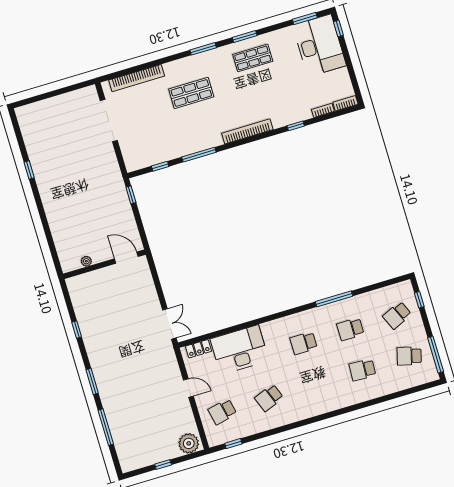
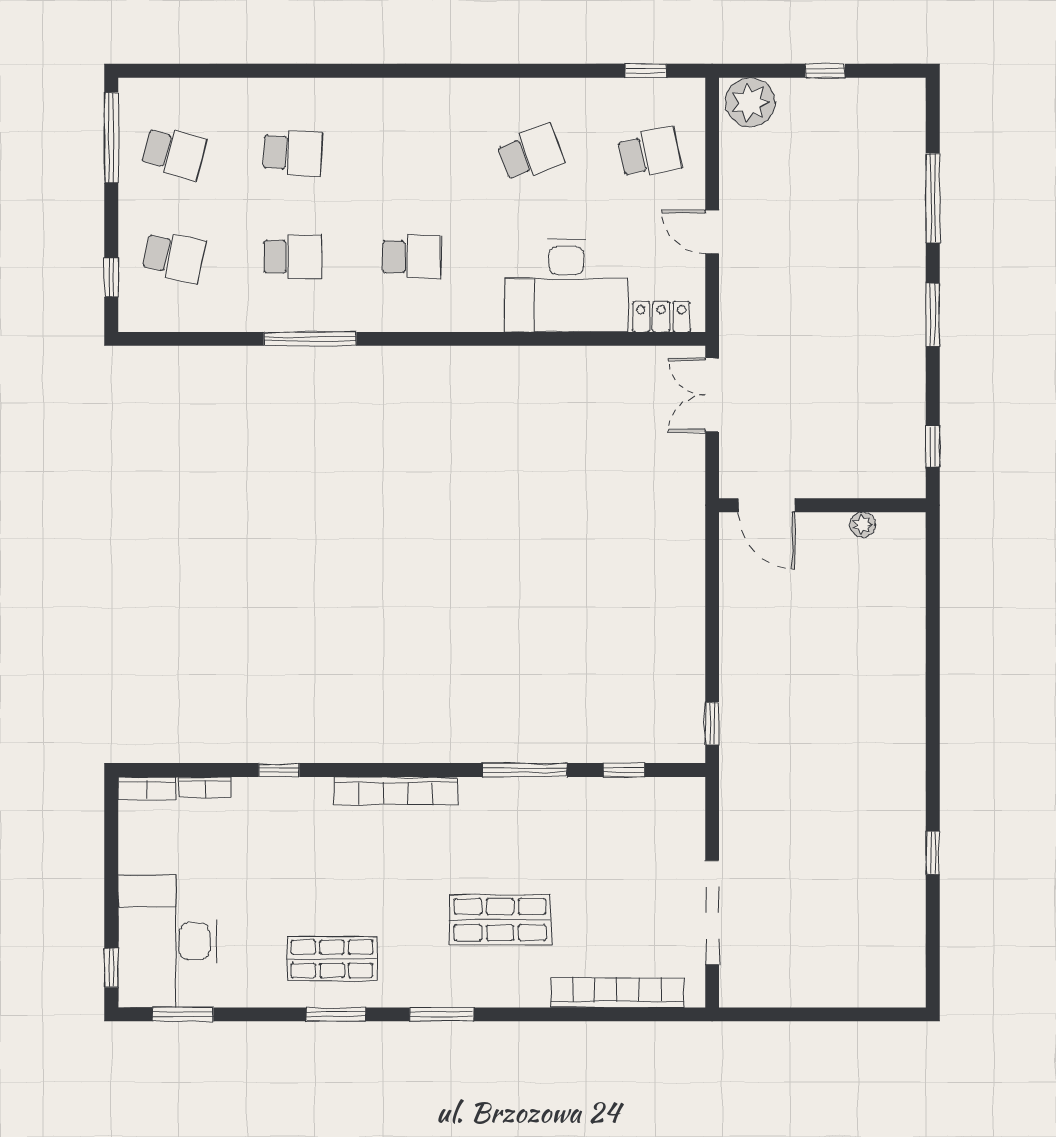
door: (126, 258) -> (767, 505), moved
plant: (86, 261) -> (863, 525), moved
wall: (104, 264) -> (822, 505), moved
school desk: (397, 315) -> (174, 257), turned 36

